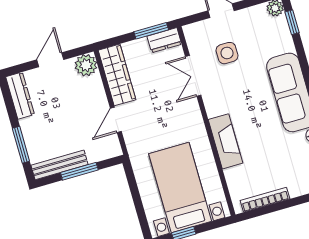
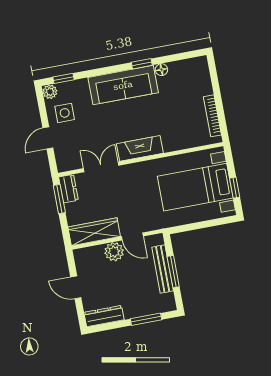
side table: (227, 53) -> (65, 113), moved
plant: (86, 65) -> (114, 252), moved
double door: (193, 76) -> (101, 167), swing flipped
fireplace: (225, 141) -> (140, 148), moved
bench: (60, 165) -> (163, 269), moved

